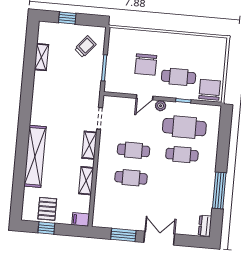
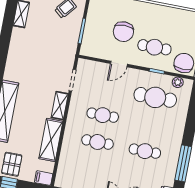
plant: (161, 106) -> (178, 82), moved
cafe table: (182, 155) -> (145, 151), moved
shelving: (86, 181) -> (51, 140), width x1.50, depth x1.33

